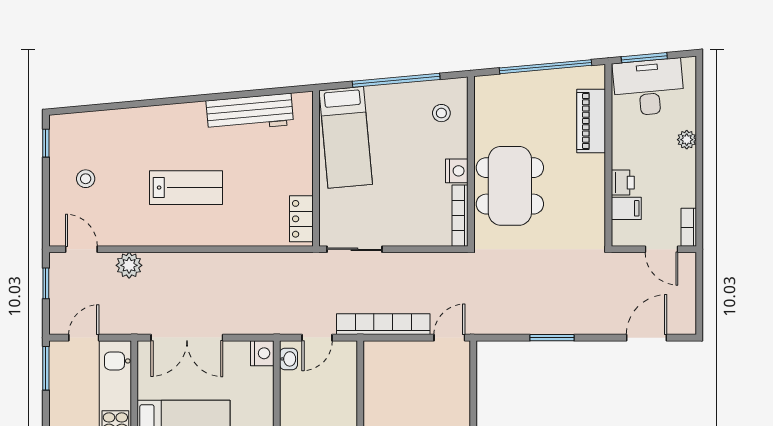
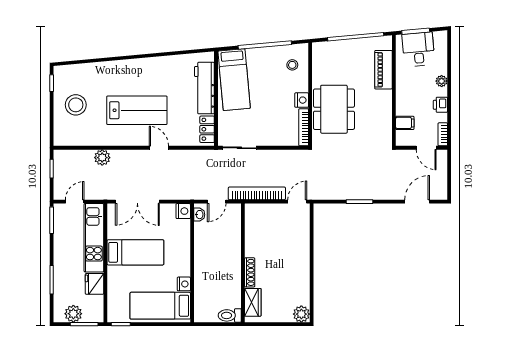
desk: (649, 87) -> (418, 49), width x0.73
workbench: (250, 113) -> (204, 88), moved, turned 95
stool: (86, 179) -> (76, 105), width x1.89, depth x1.89
printer: (623, 183) -> (440, 105), moved, turned 180
lab bench: (186, 188) -> (137, 110), width x1.36, depth x1.39
door: (81, 249) -> (159, 148), moved

